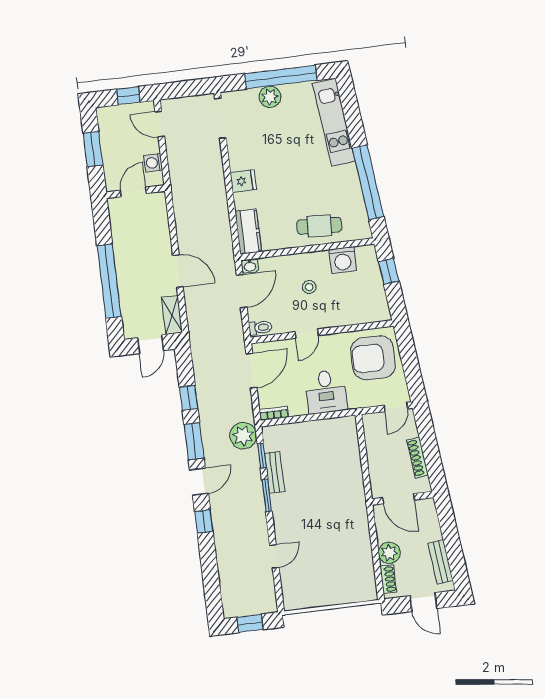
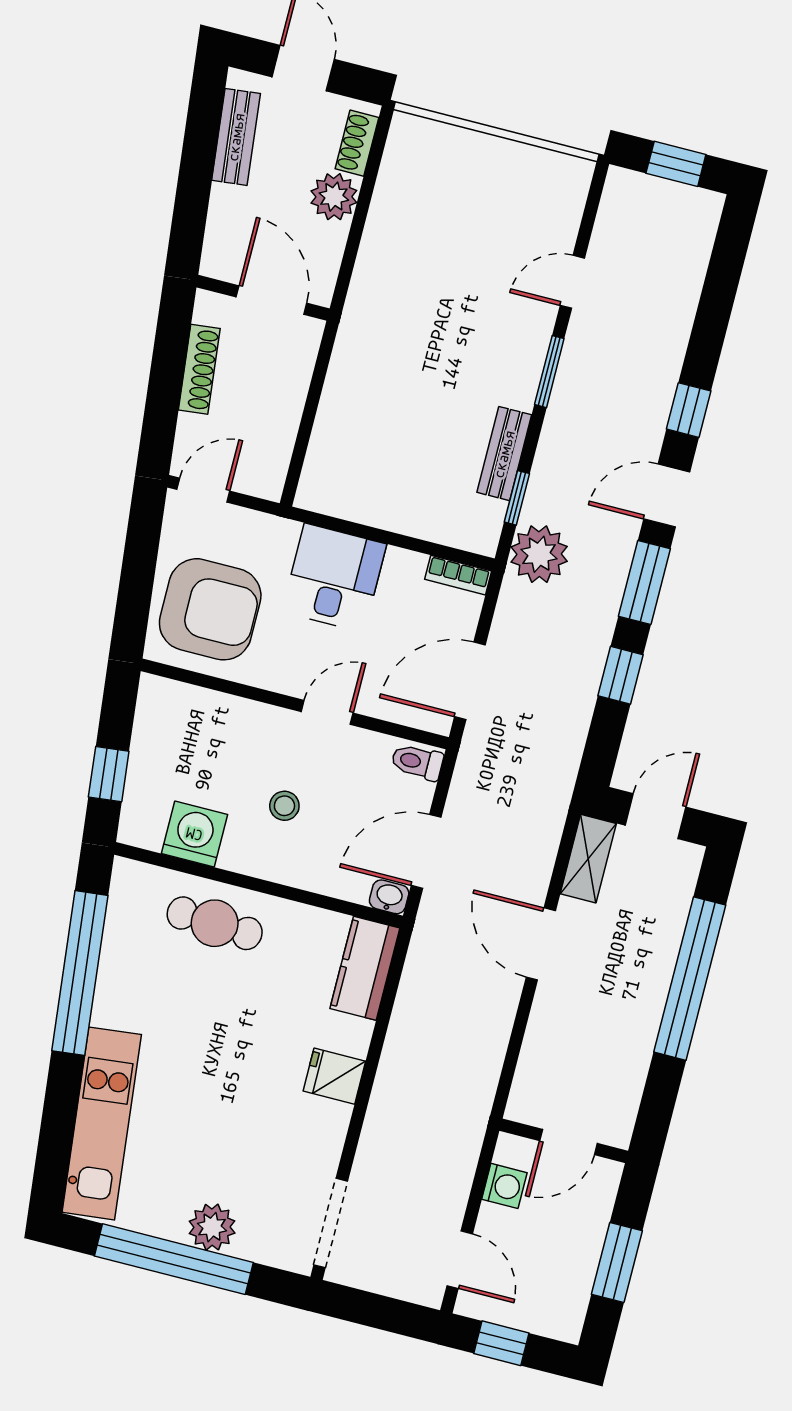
window: (267, 495) -> (549, 372), moved

